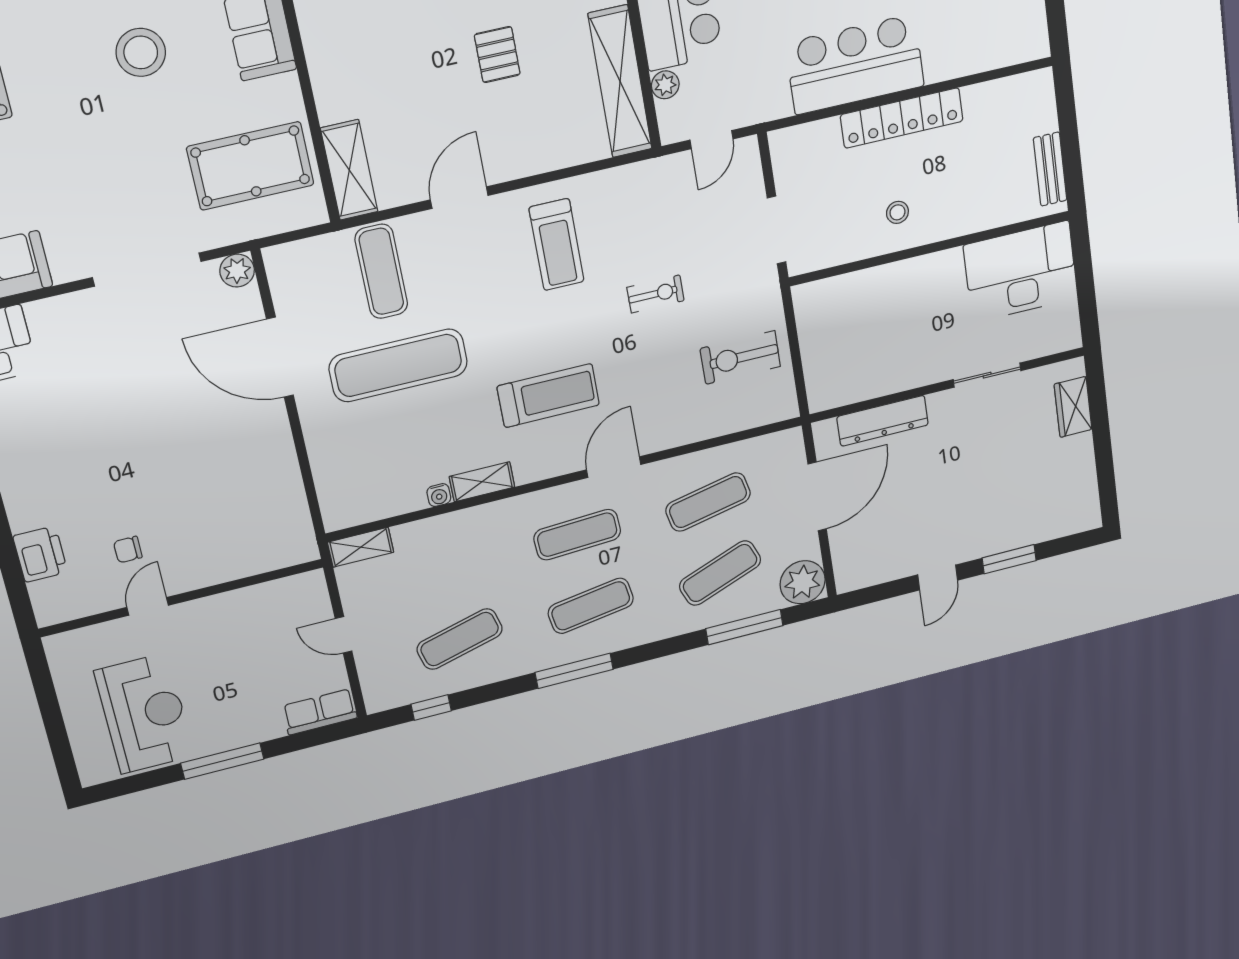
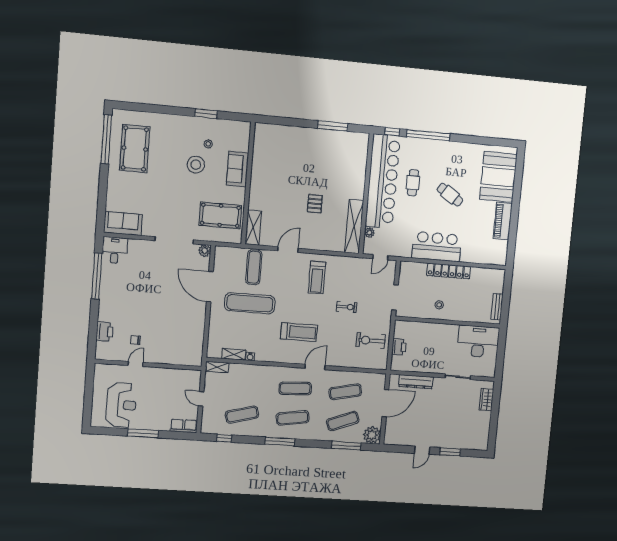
printer: (818, 350) -> (399, 347), added
shelving: (482, 482) -> (234, 354), moved

